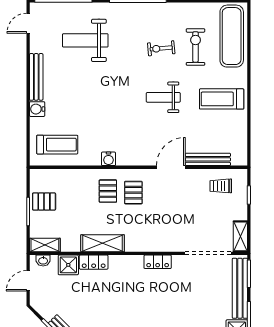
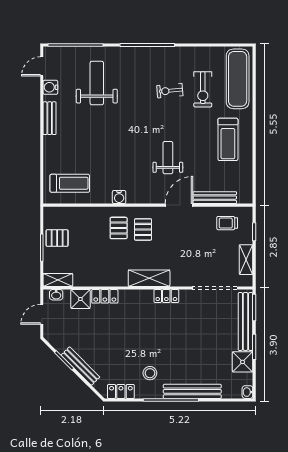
weight bench: (85, 40) -> (97, 83), turned 90
exercise bike: (196, 47) -> (203, 89), turned 180
bench: (36, 77) -> (50, 118), width x0.73
weight bench: (163, 97) -> (168, 158), moved, turned 90
treadmill: (222, 99) -> (228, 139), turned -90
water cooler: (37, 109) -> (50, 87), moved
shelving: (240, 236) -> (246, 260), moved
shelving: (103, 243) -> (149, 278), moved

